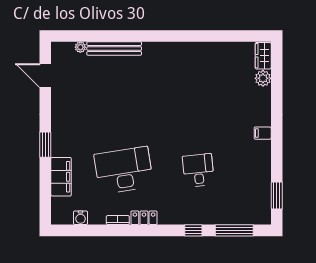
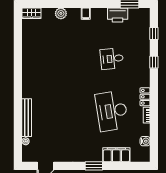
plant: (263, 78) -> (61, 13), moved
printer: (261, 178) -> (118, 15), added
window: (234, 230) -> (154, 34), width x0.46

